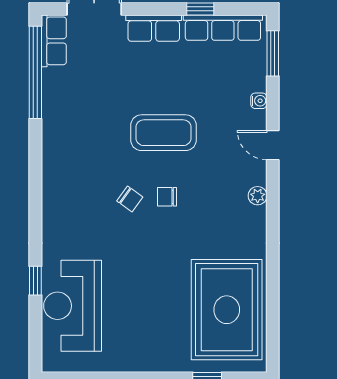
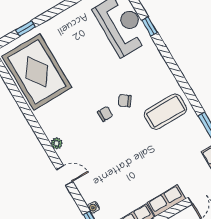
water cooler: (259, 101) -> (93, 207), moved
coffee table: (163, 133) -> (165, 112), moved

